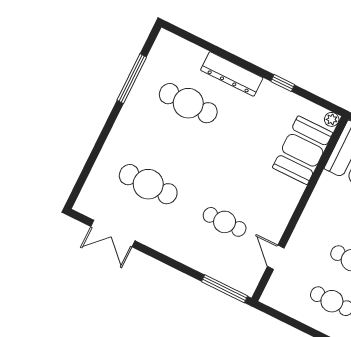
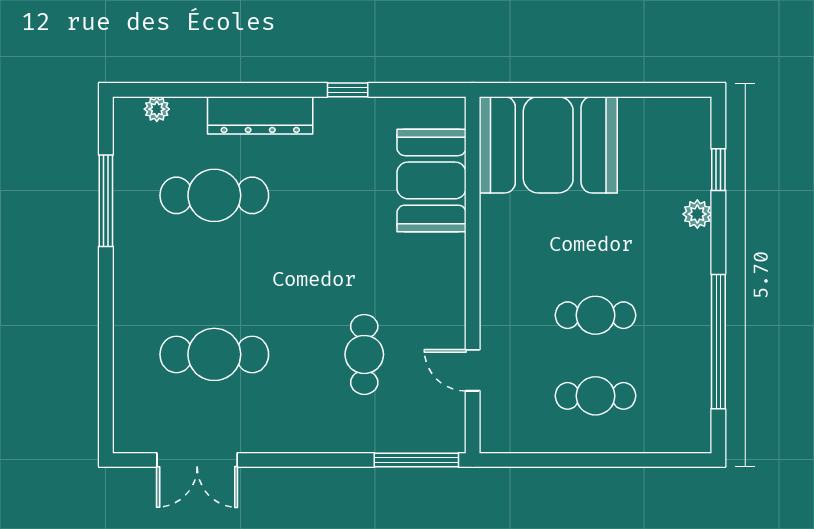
plant: (332, 119) -> (157, 109), moved
cafe table: (225, 222) -> (364, 354), turned 90

